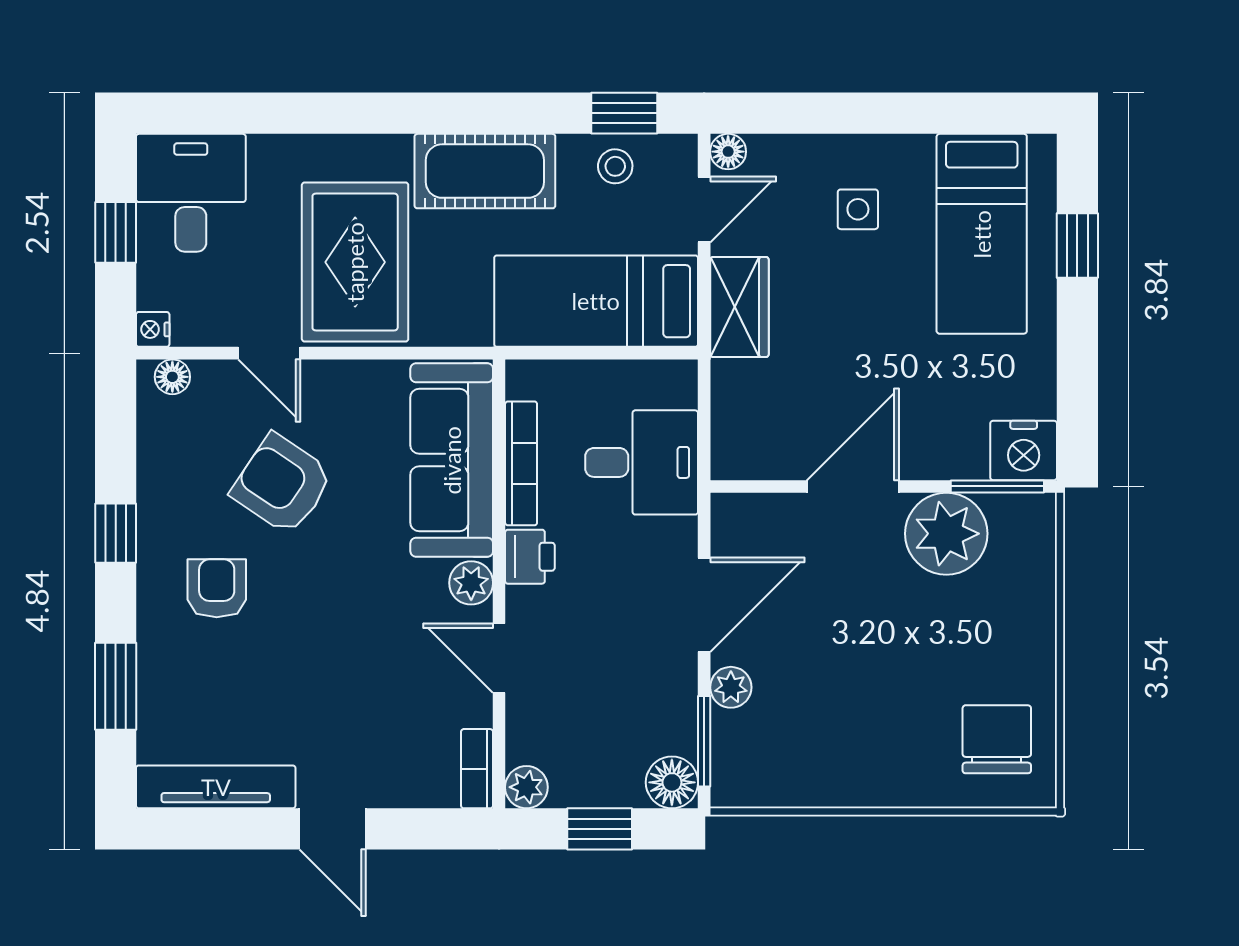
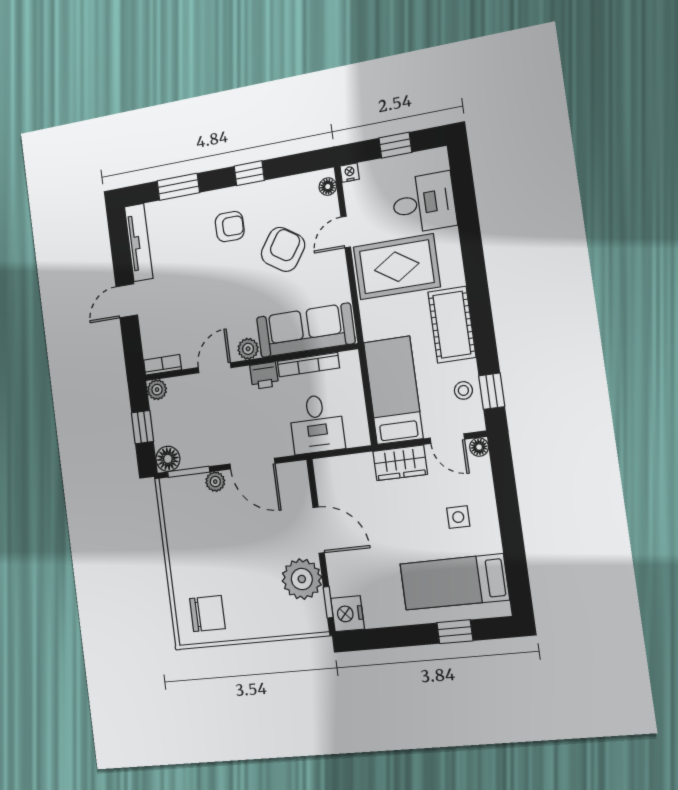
desk: (191, 193) -> (424, 203), moved
window: (997, 486) -> (328, 602), width x0.67

